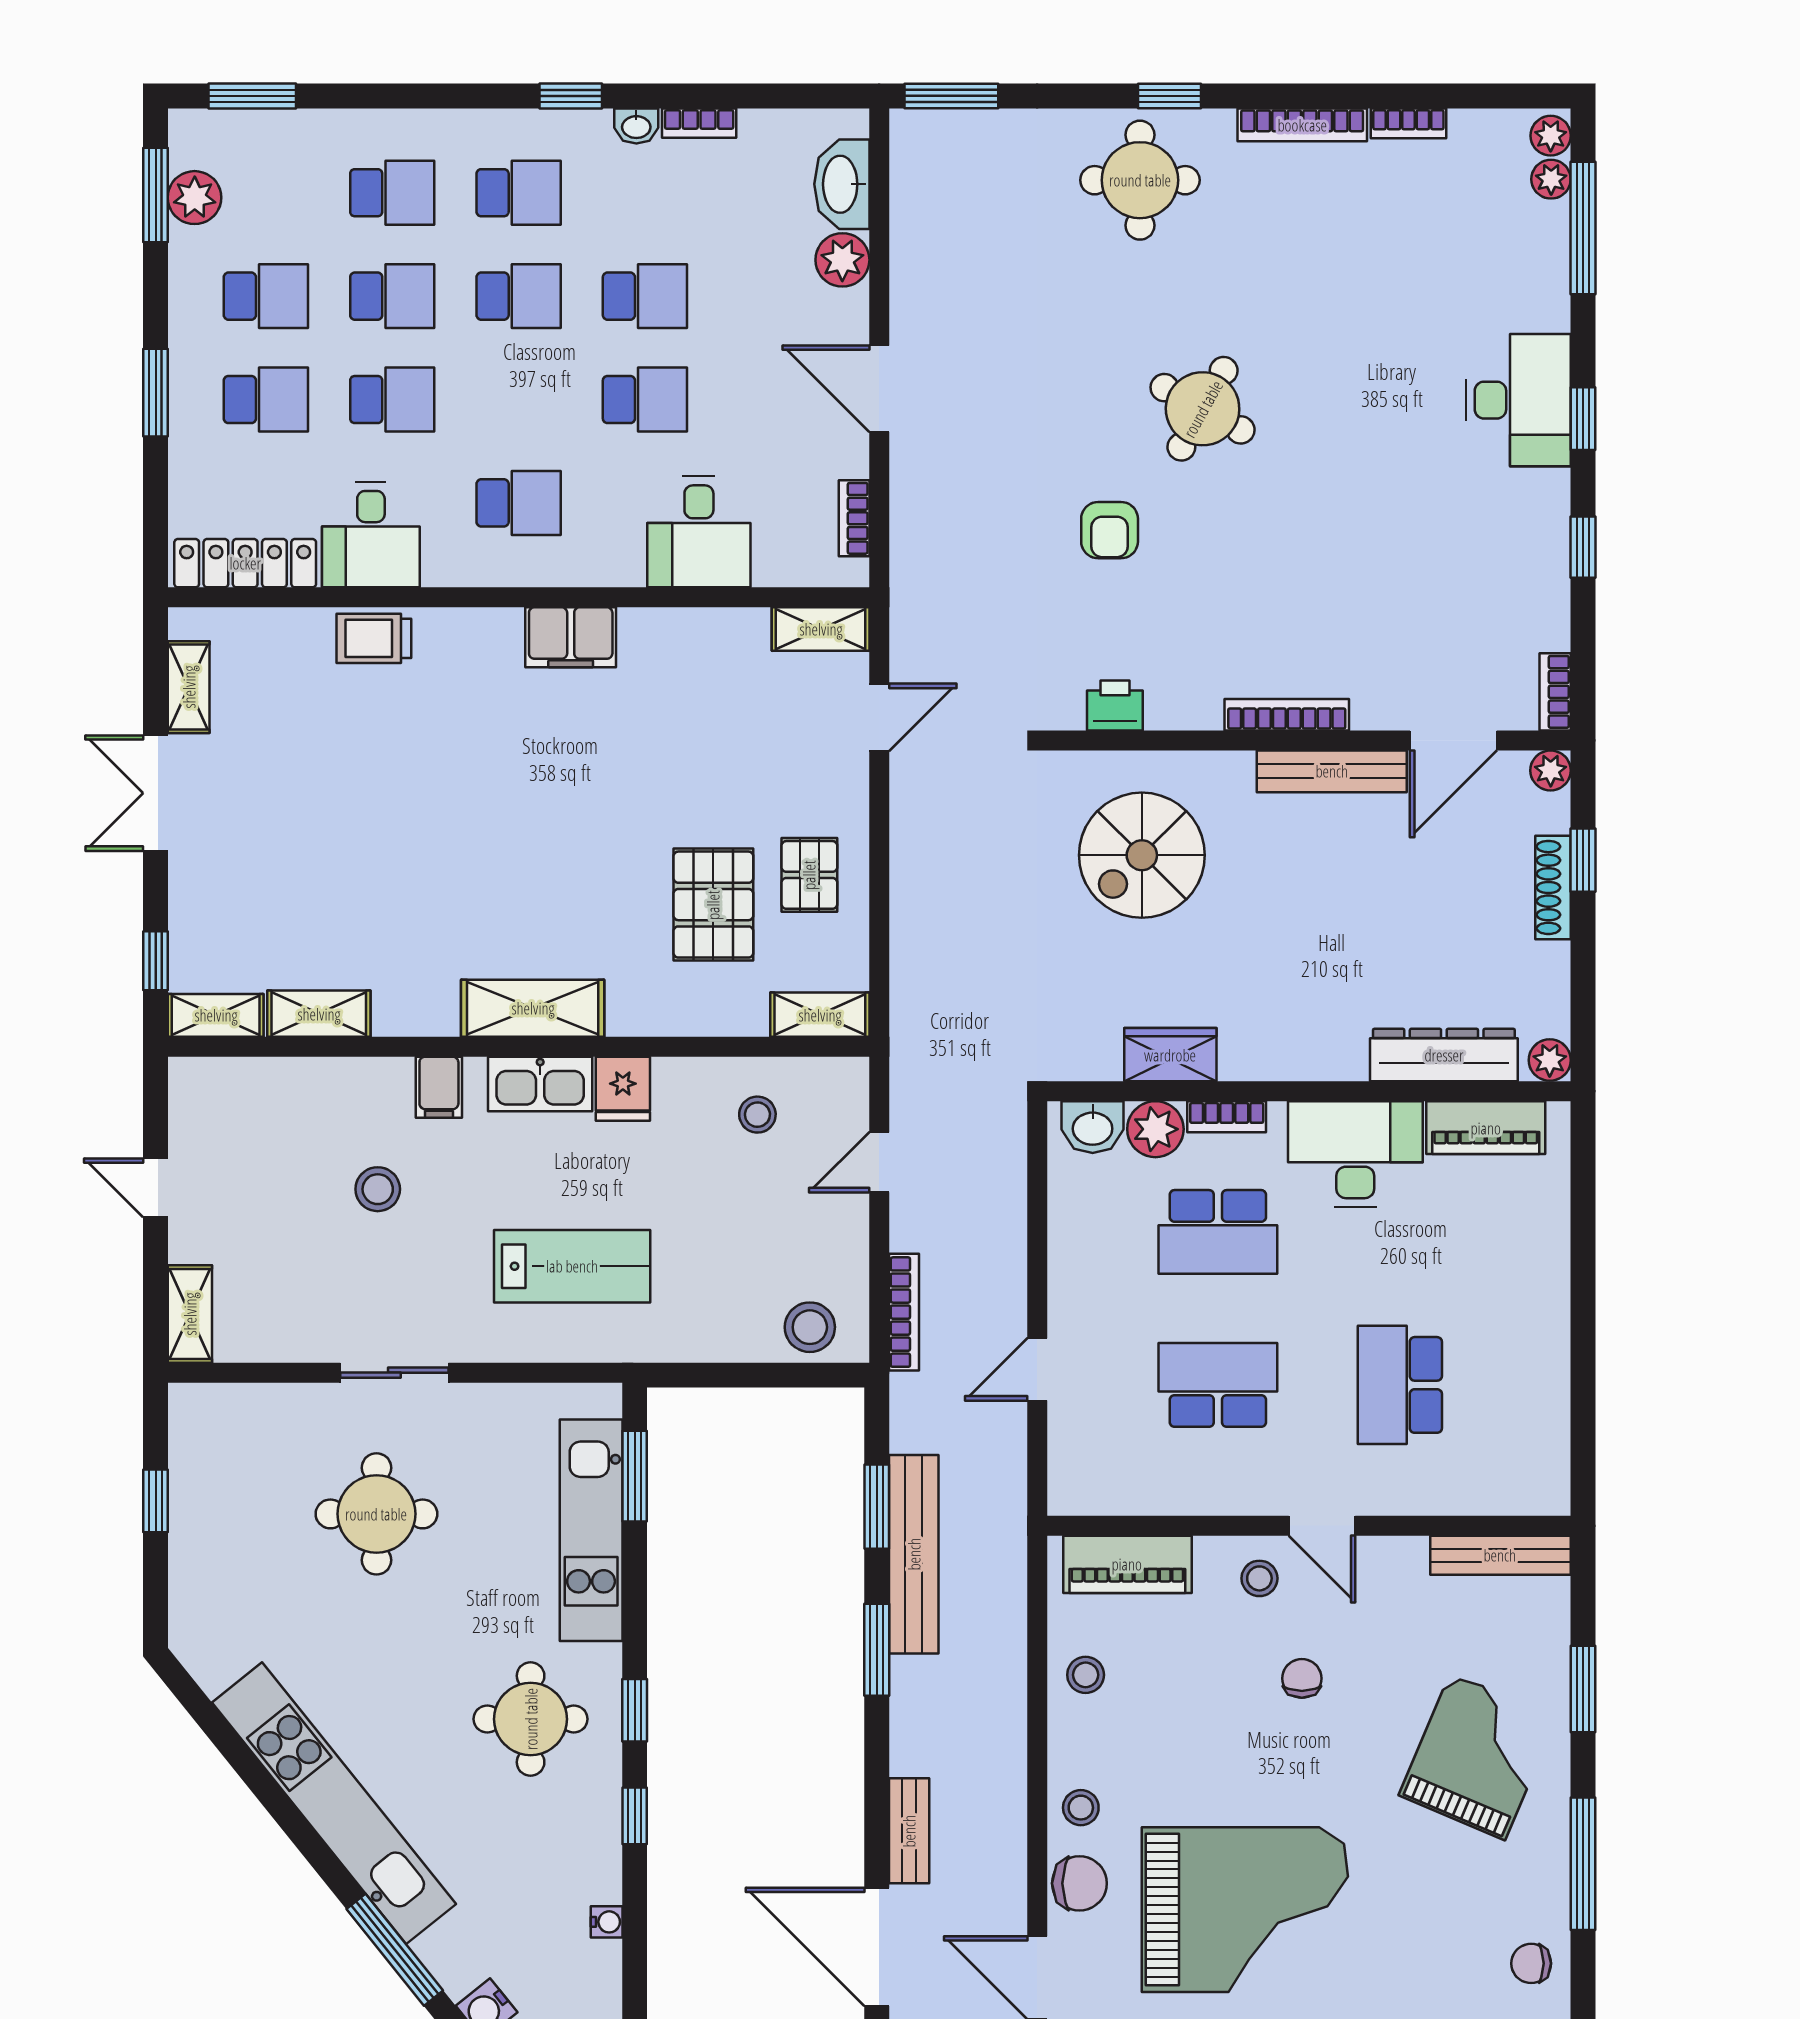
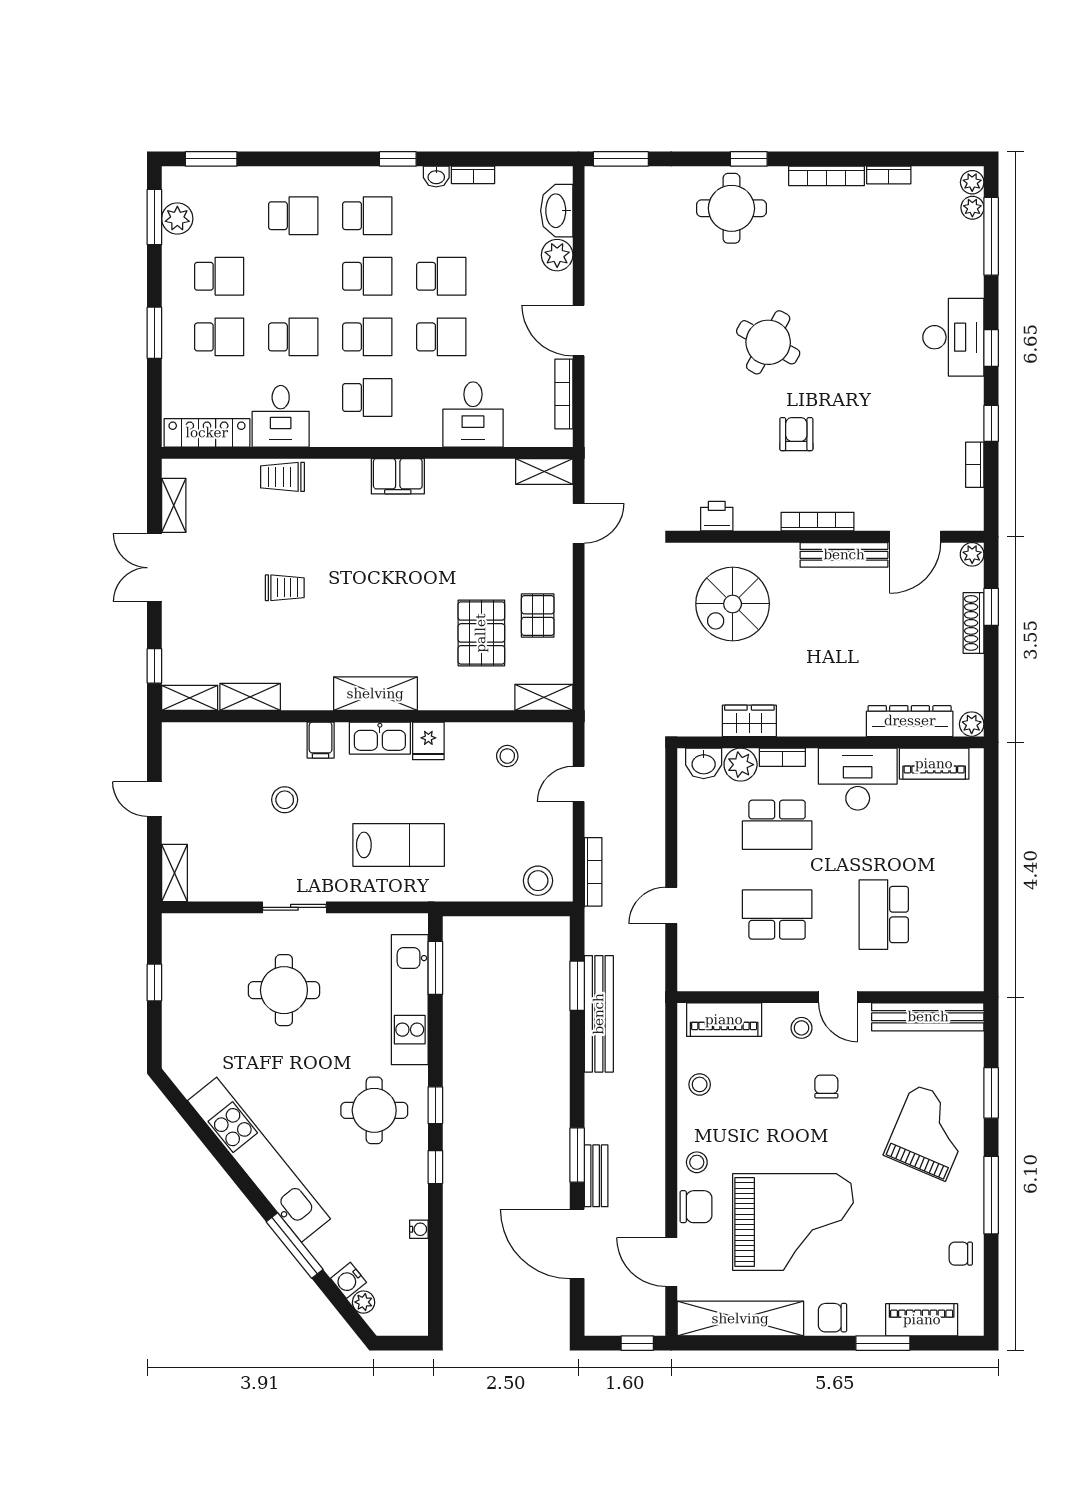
school desk: (392, 296) -> (367, 337), moved
bookcase: (854, 518) -> (564, 394), width x1.56
armchair: (1110, 530) -> (796, 434), moved, turned 180
bookcase: (1555, 692) -> (975, 465), moved
trolley: (378, 827) -> (285, 588), added
bench: (1500, 1555) -> (928, 1017), width x1.37, depth x1.21
window: (877, 1650) -> (577, 1155), moved

